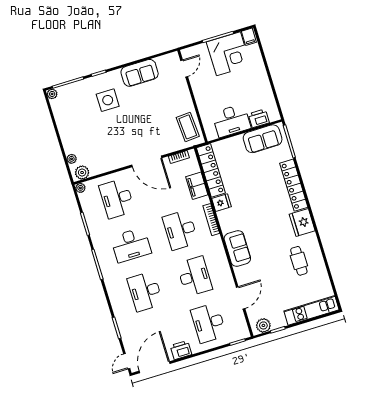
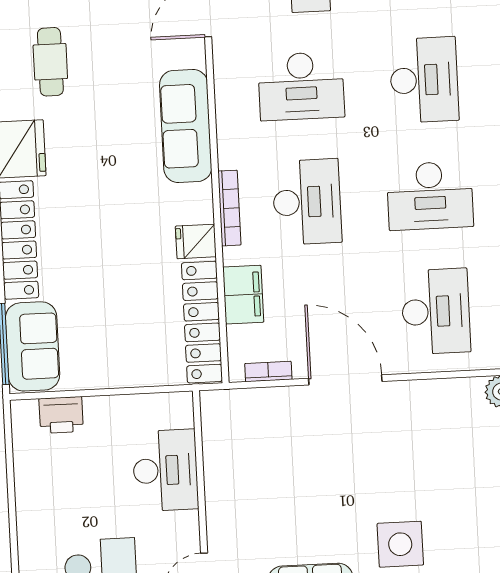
desk: (231, 121) -> (165, 470), moved, turned 90
coffee table: (188, 127) -> (230, 436), removed
sofa: (263, 139) -> (33, 346), moved, turned 90
desk: (131, 245) -> (430, 196), turned 180
sofa: (237, 248) -> (186, 126), width x1.36
desk: (194, 276) -> (301, 86), turned -90

